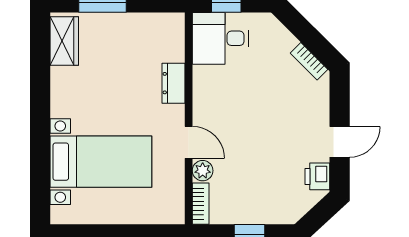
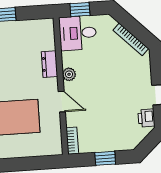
bookcase: (309, 61) -> (131, 39), width x1.56
plant: (203, 171) -> (69, 74), moved

